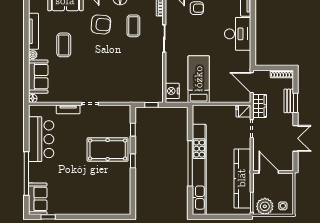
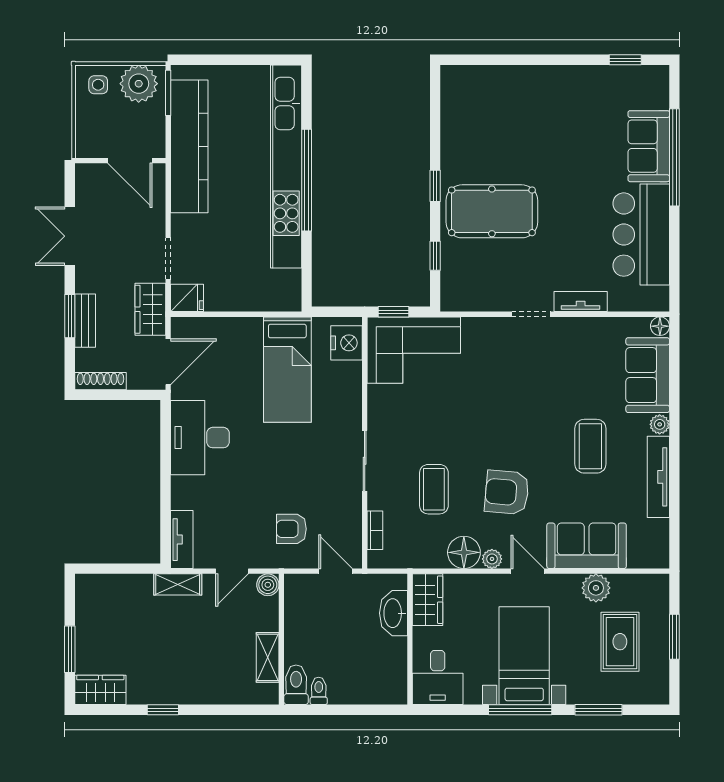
desk: (238, 34) -> (200, 438), moved
door: (252, 83) -> (168, 362), hinge flipped
corner sofa: (142, 88) -> (414, 350), added
sofa: (38, 199) -> (649, 146), moved

